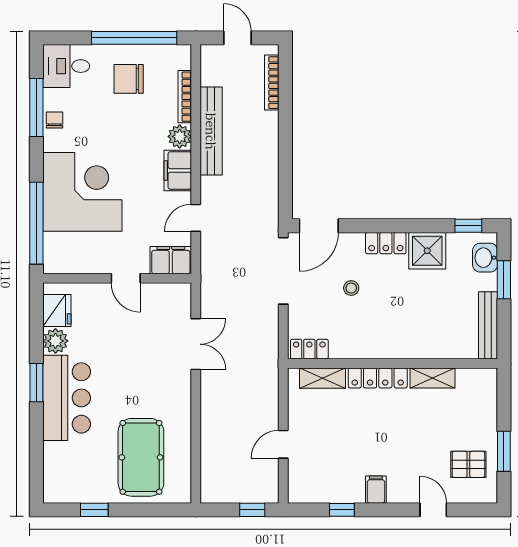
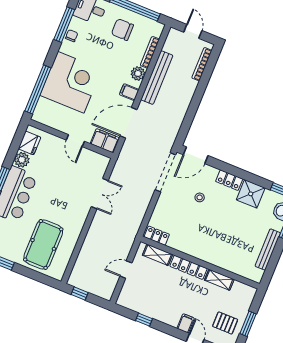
filing cabinet: (178, 171) -> (129, 92), width x0.50
door: (196, 218) -> (129, 123), width x1.87
locker: (309, 349) -> (157, 236), moved
wall: (392, 363) -> (200, 263), moved
shelving: (322, 378) -> (158, 255), moved
locker: (378, 378) -> (189, 267), moved
shelving: (433, 378) -> (219, 280), moved
filing cabinet: (376, 490) -> (186, 323), moved
window: (252, 510) -> (80, 294), moved

